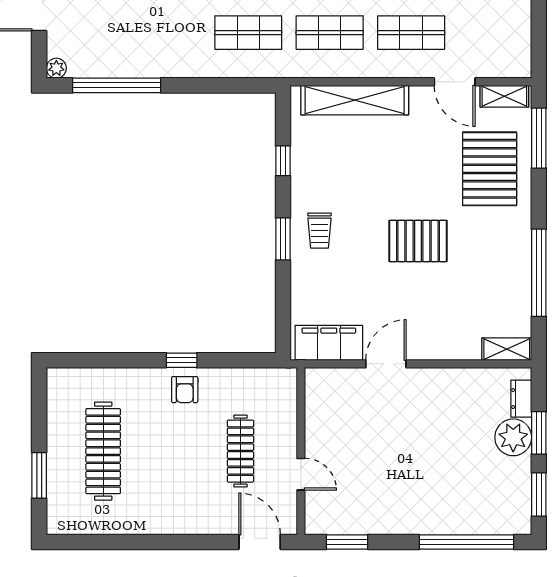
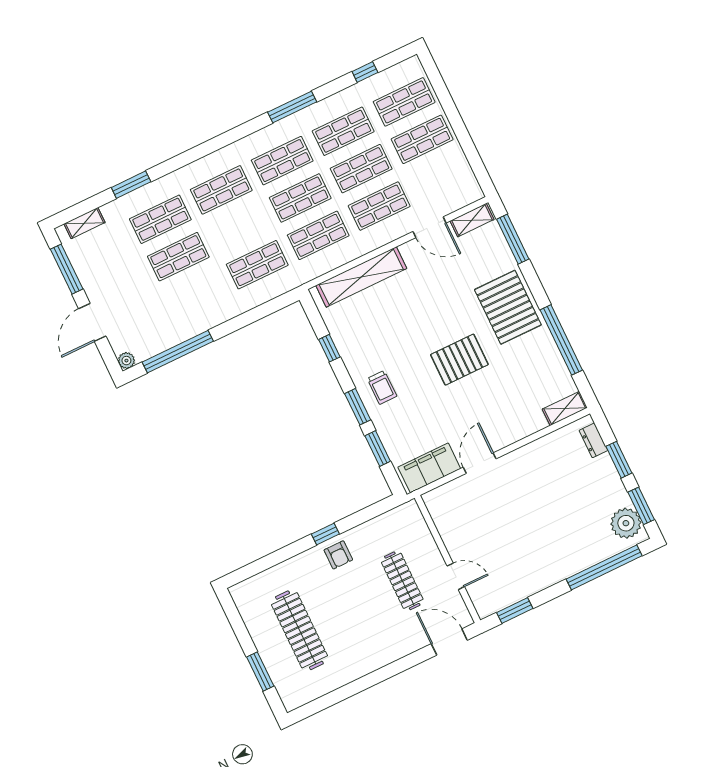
pallet: (490, 169) -> (508, 307), moved
window: (283, 295) -> (378, 449), added
plant: (513, 437) -> (626, 523), moved

